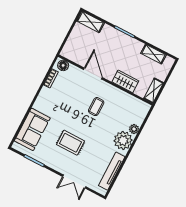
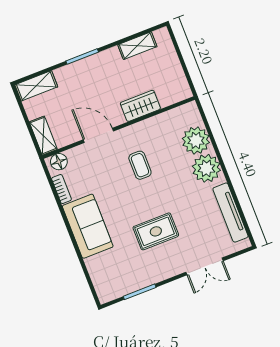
shelving: (154, 91) -> (43, 136), moved
sofa: (32, 129) -> (88, 226), moved
plant: (134, 129) -> (196, 140), width x1.87, depth x1.87

